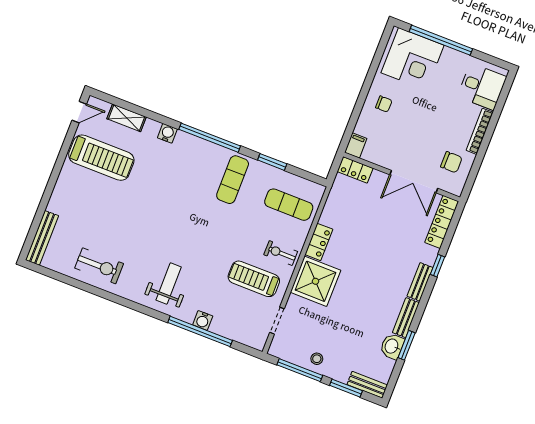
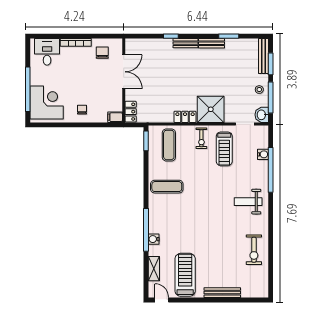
window: (210, 138) -> (146, 230), moved
window: (272, 162) -> (146, 141), moved
locker: (442, 222) -> (142, 44), removed
bench: (42, 238) -> (222, 293), moved
exercise bike: (99, 266) -> (254, 250), turned 180
water cooler: (203, 320) -> (263, 154), moved
washbasin: (392, 346) -> (262, 115), moved, turned 90
bench: (367, 385) -> (263, 56), width x1.36

